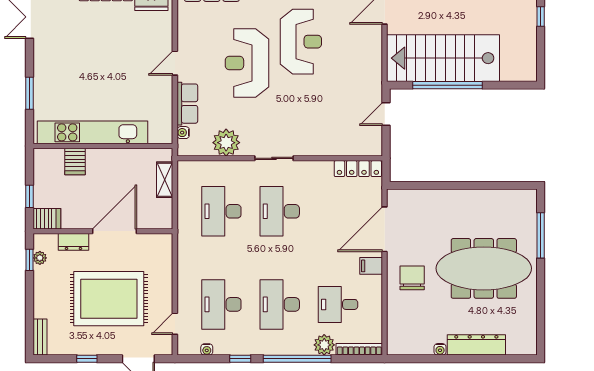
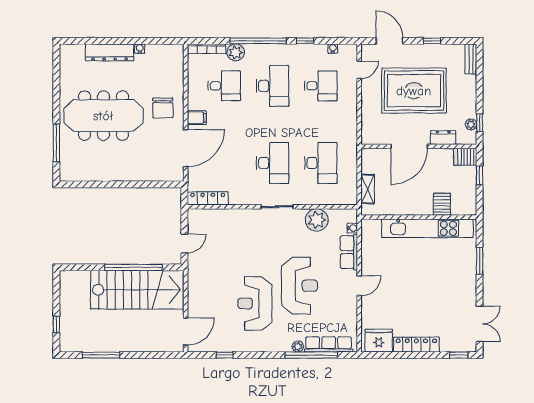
desk: (221, 304) -> (321, 86), width x0.73

